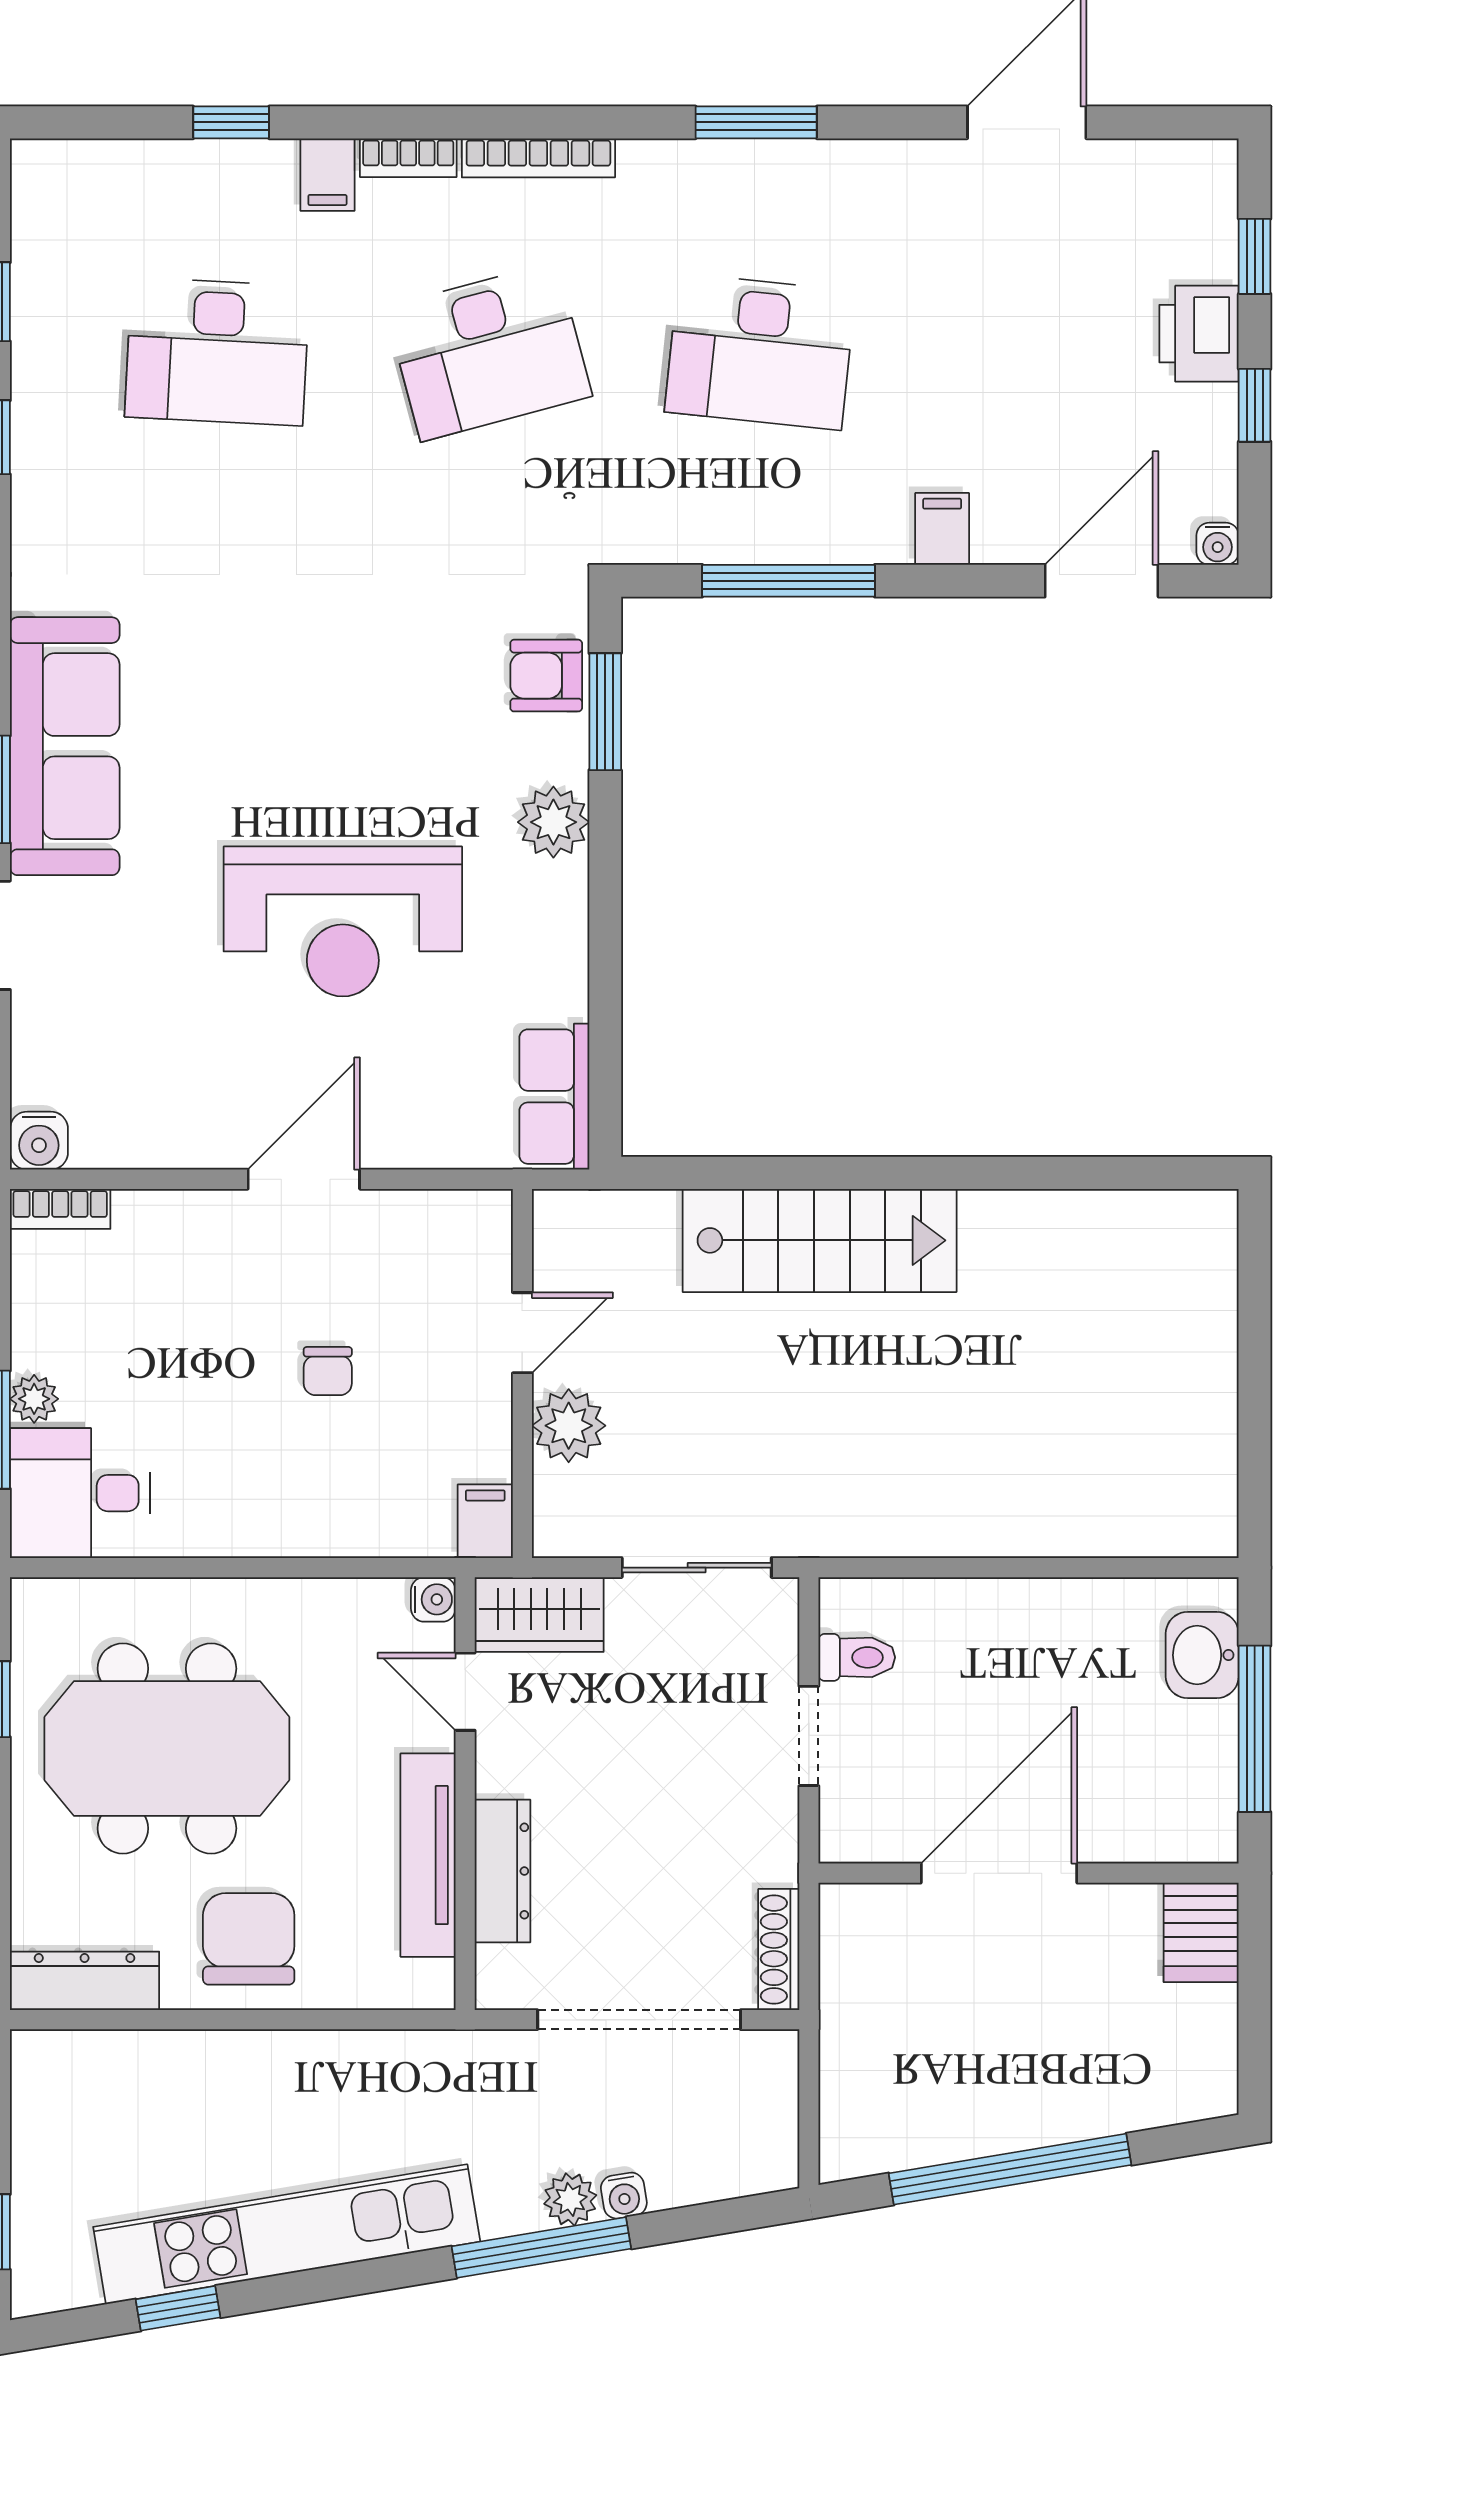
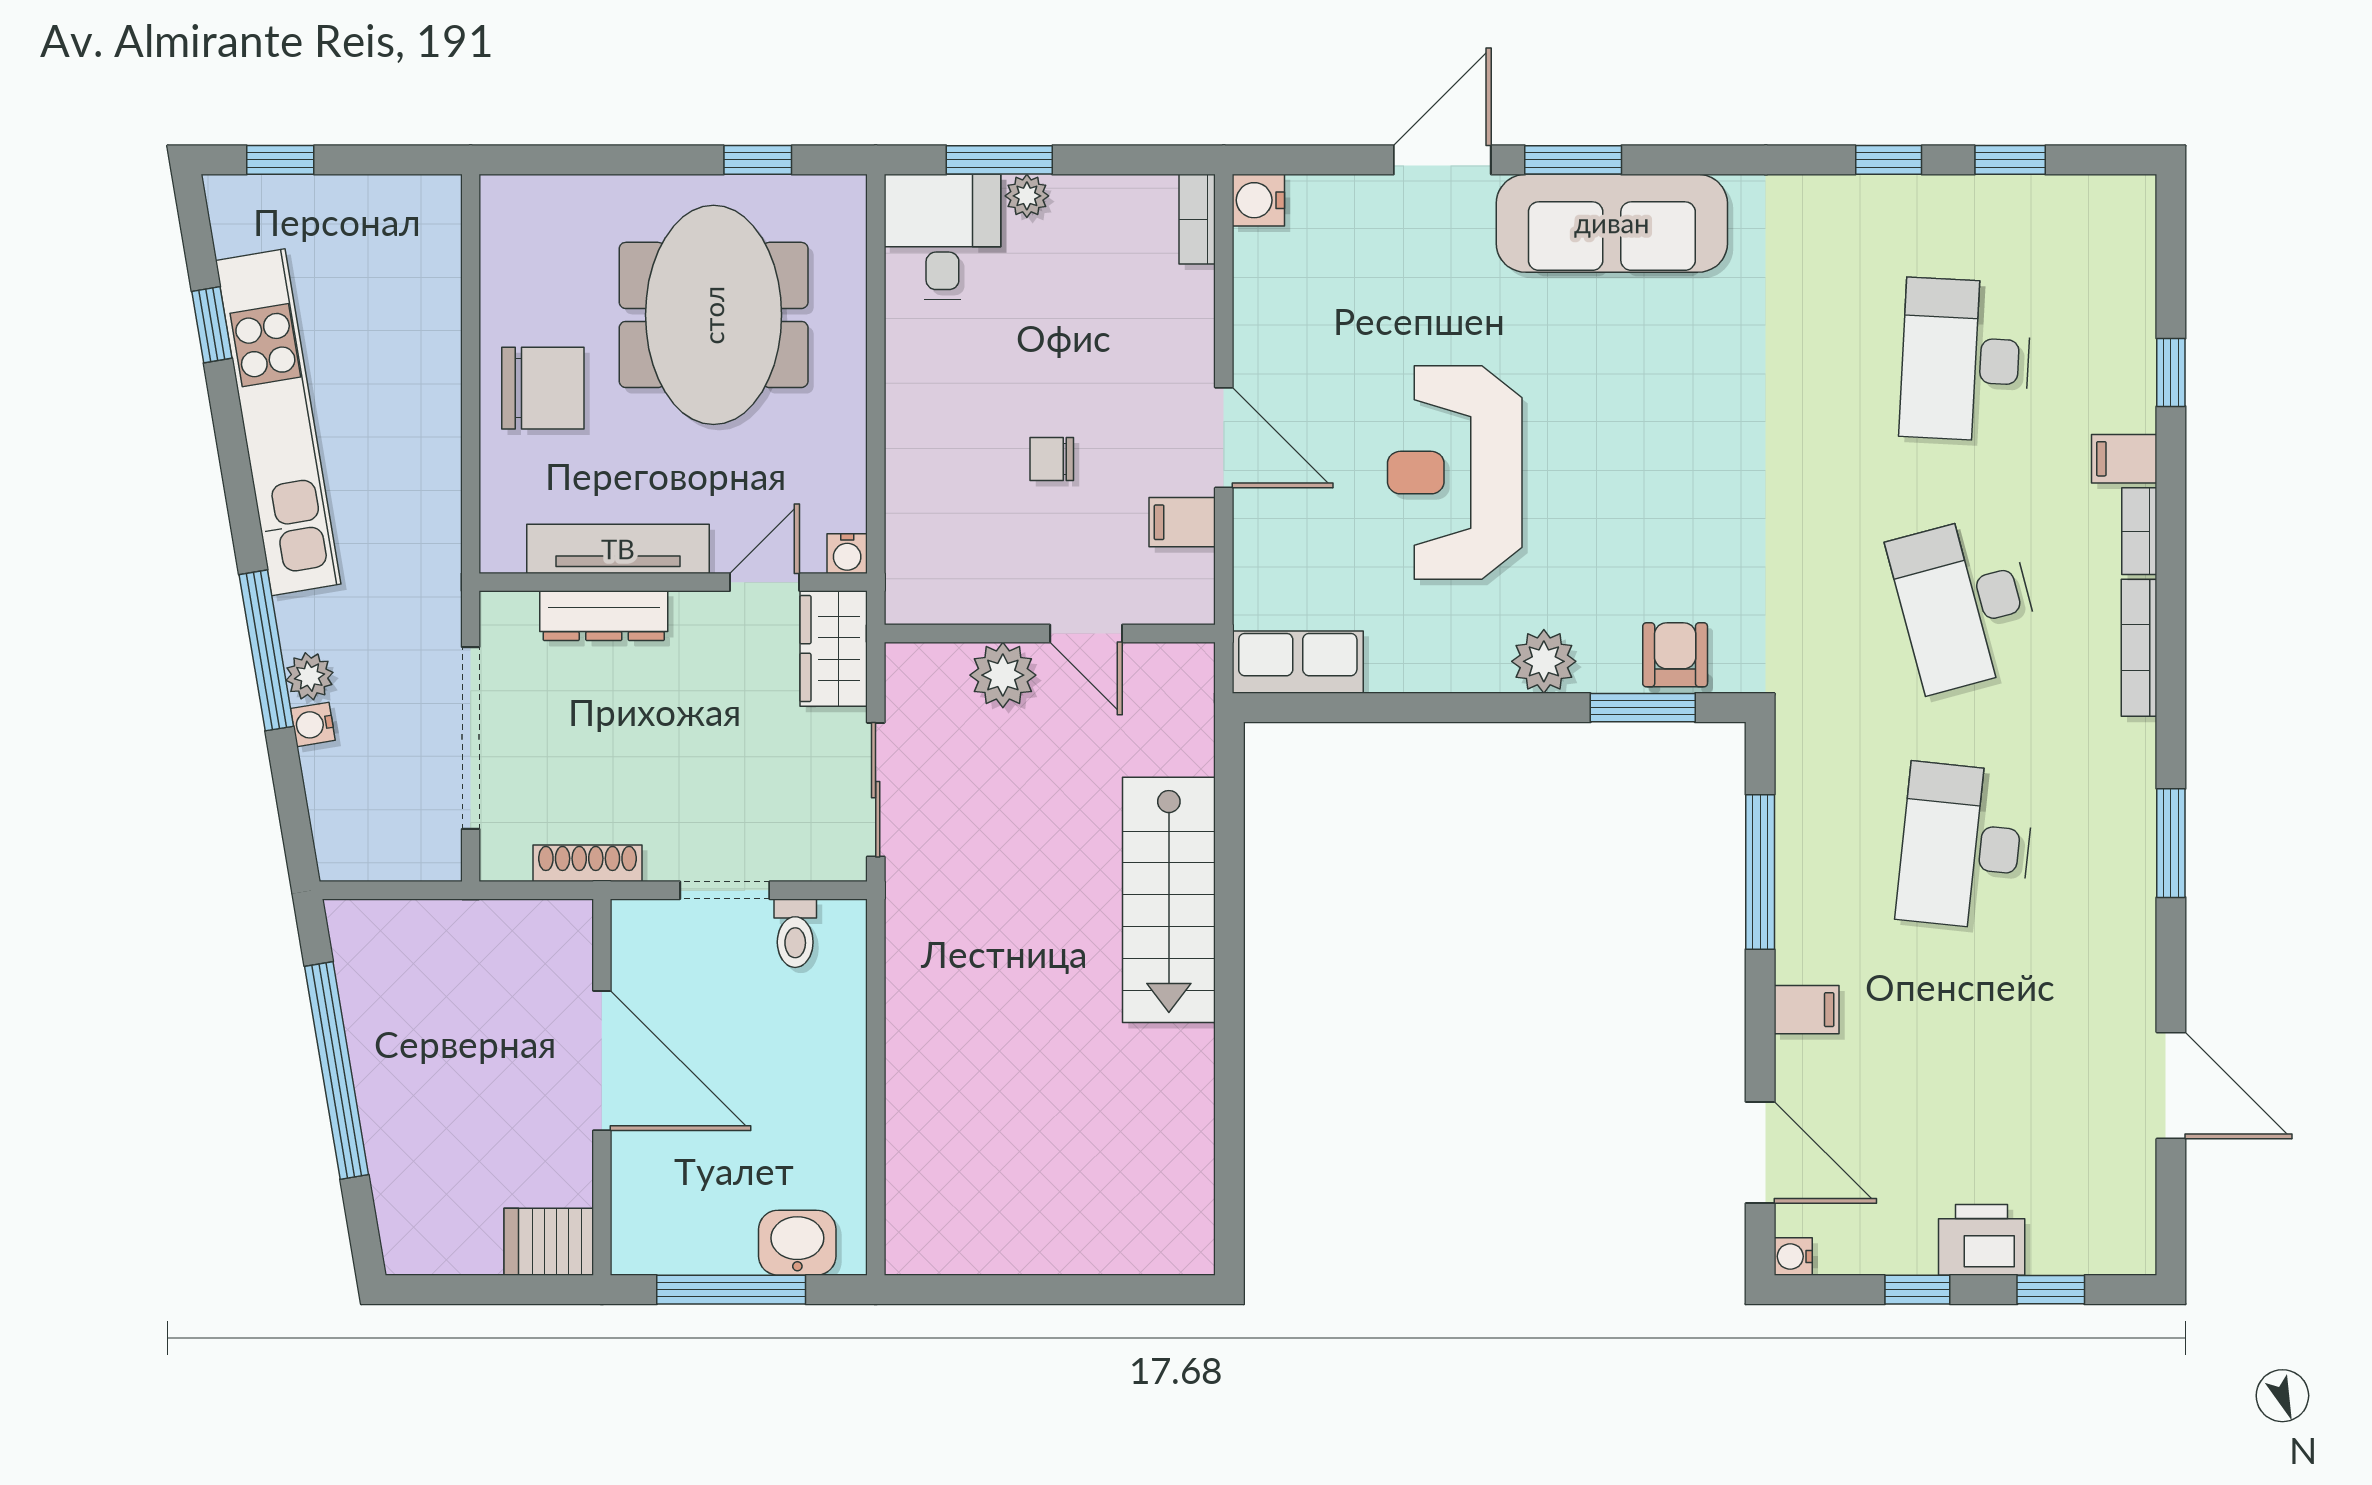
filing cabinet: (485, 1521) -> (1182, 522), moved, turned 180
shoe rack: (779, 1949) -> (587, 863), moved
dresser: (85, 1981) -> (505, 241), removed

